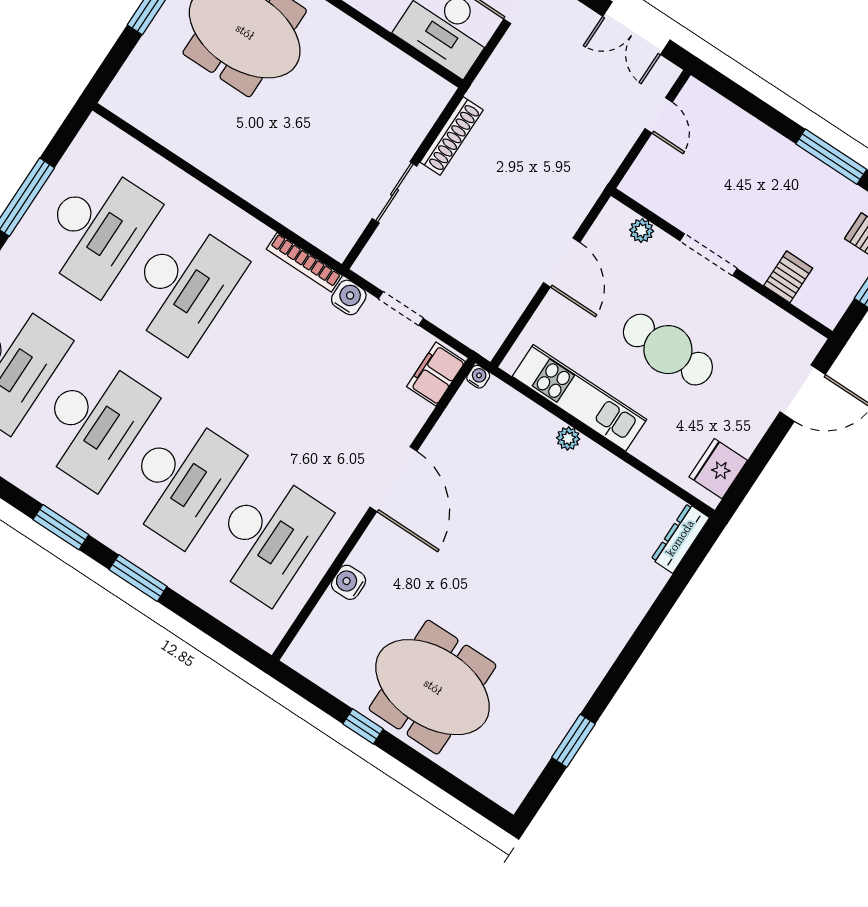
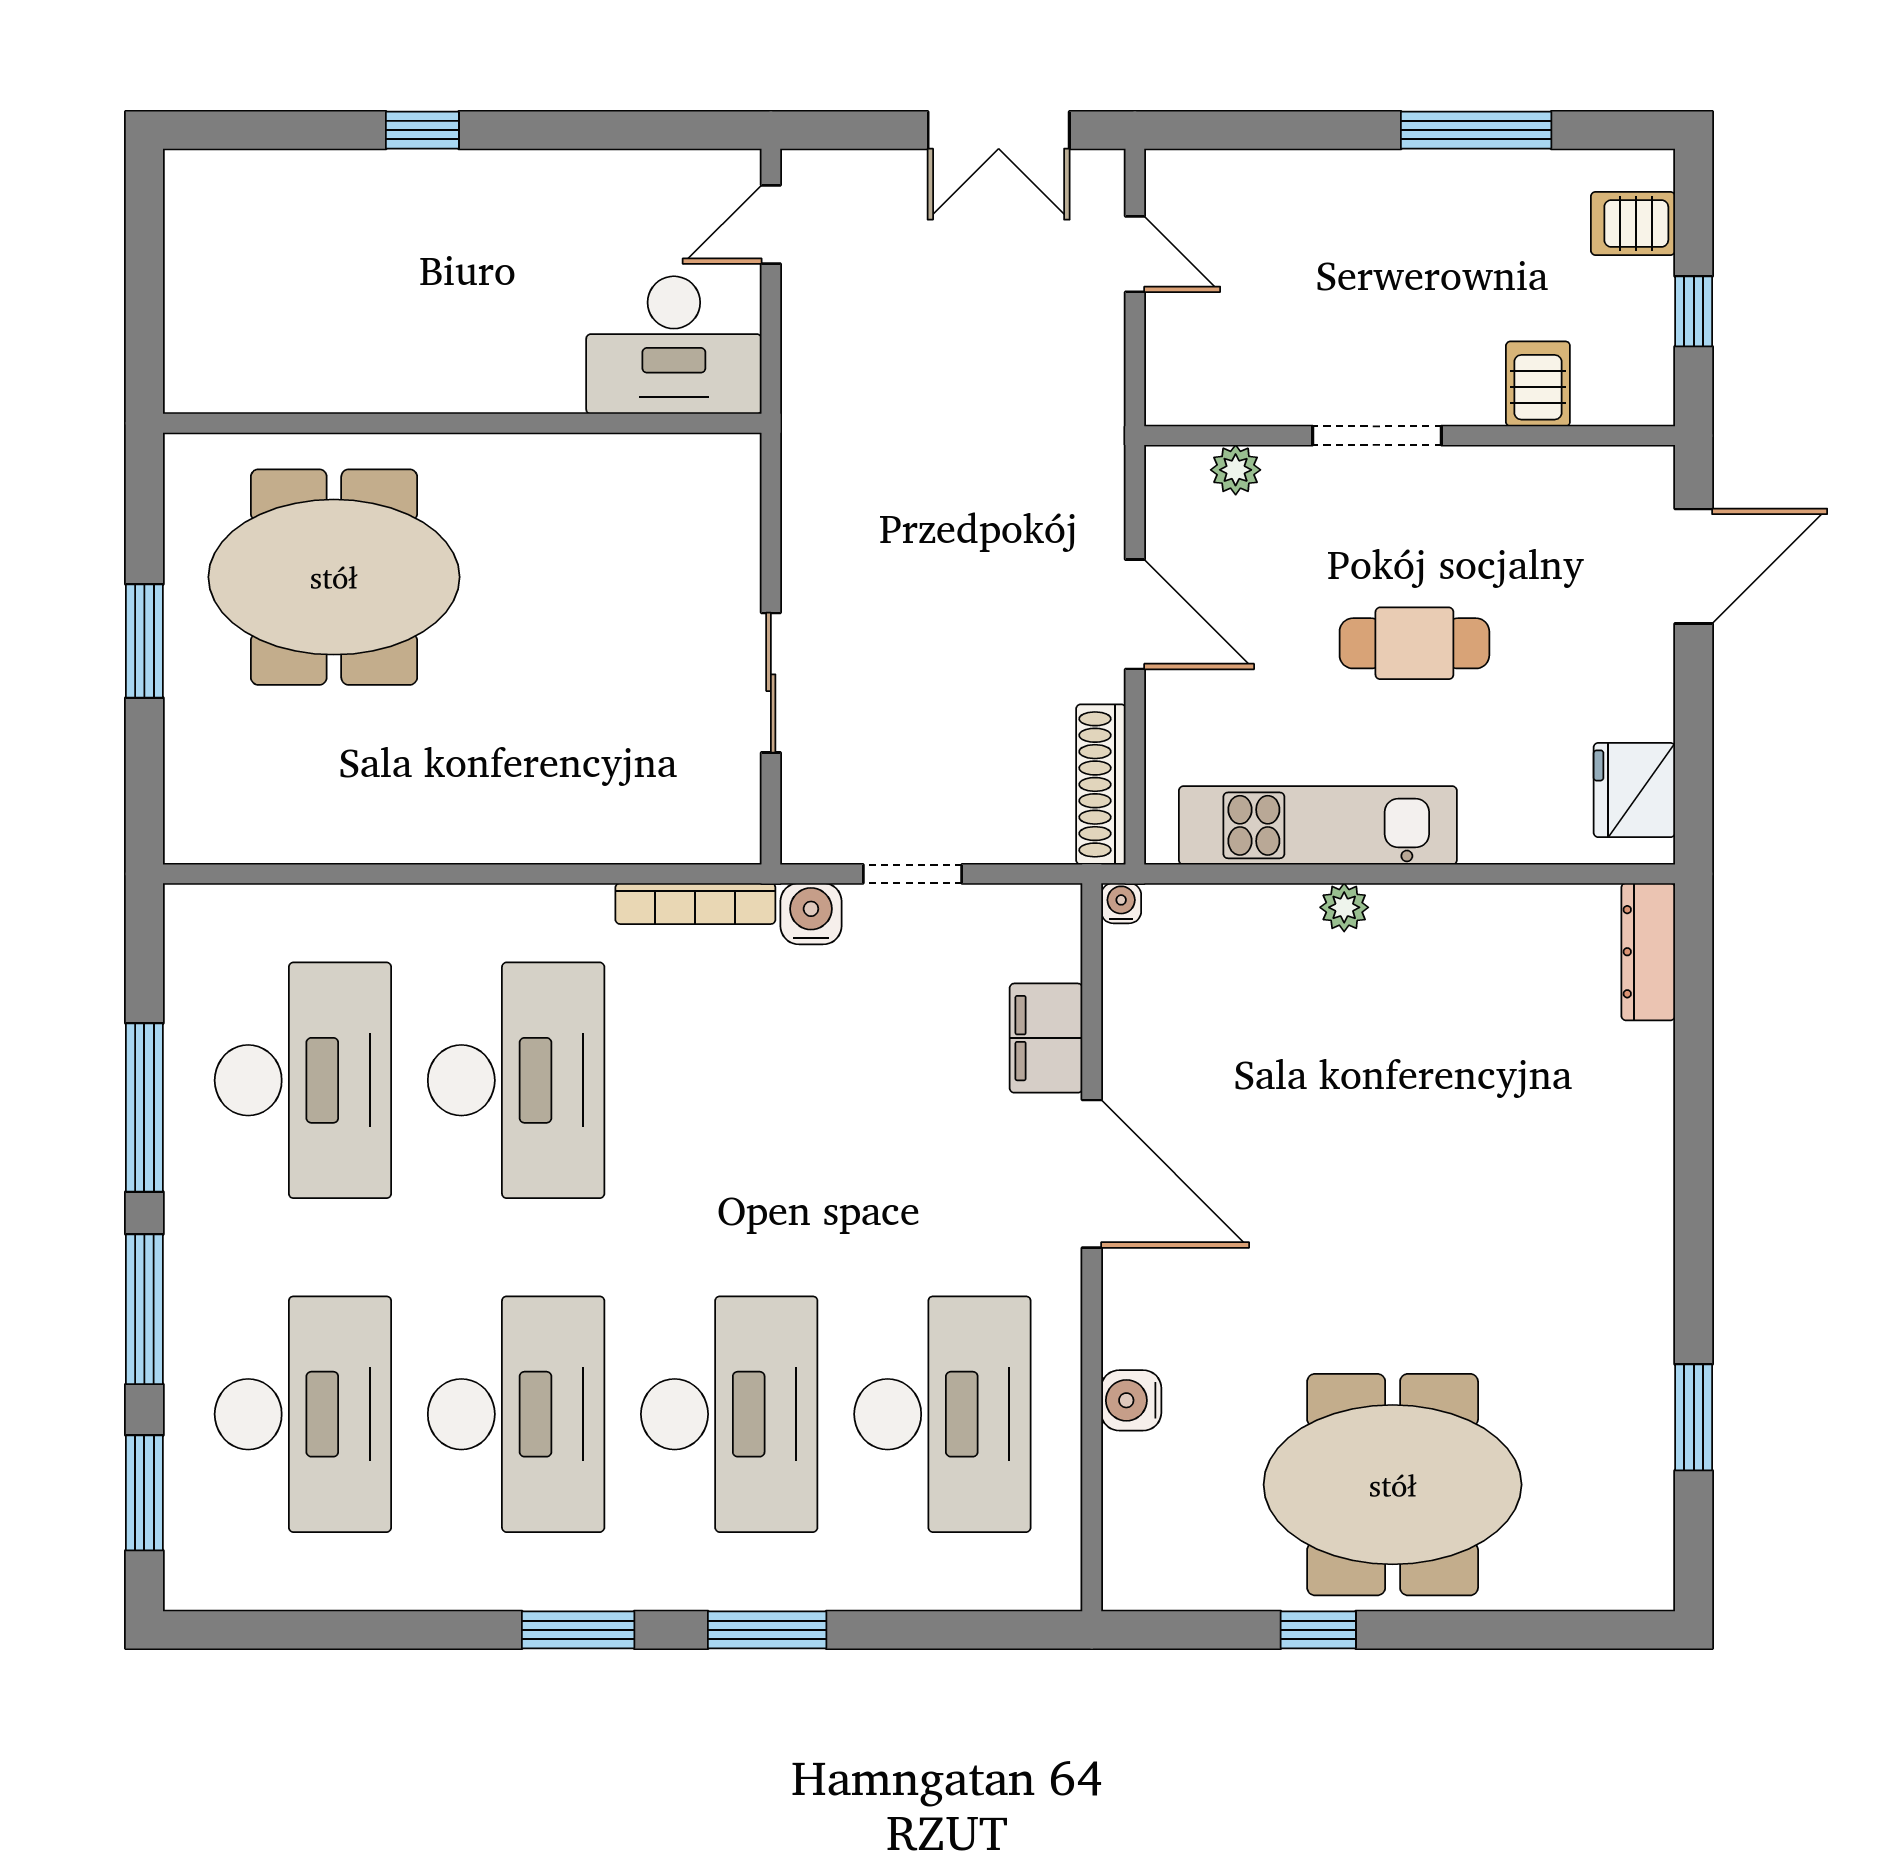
shoe rack: (452, 136) -> (1101, 784), moved, turned 180
cafe table: (668, 350) -> (1414, 643), width x0.73, depth x0.74
filing cabinet: (436, 374) -> (1046, 1038), moved

